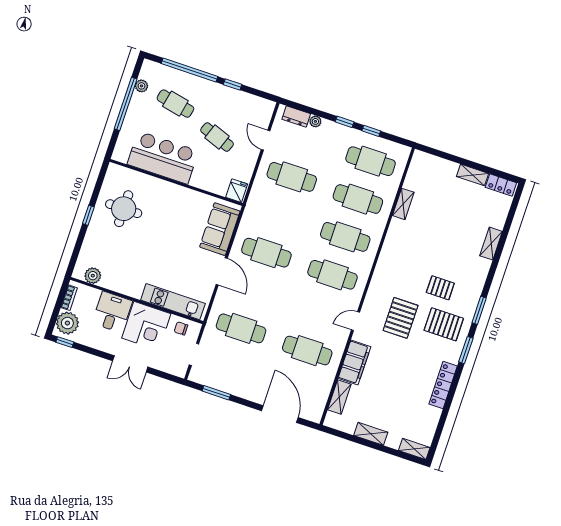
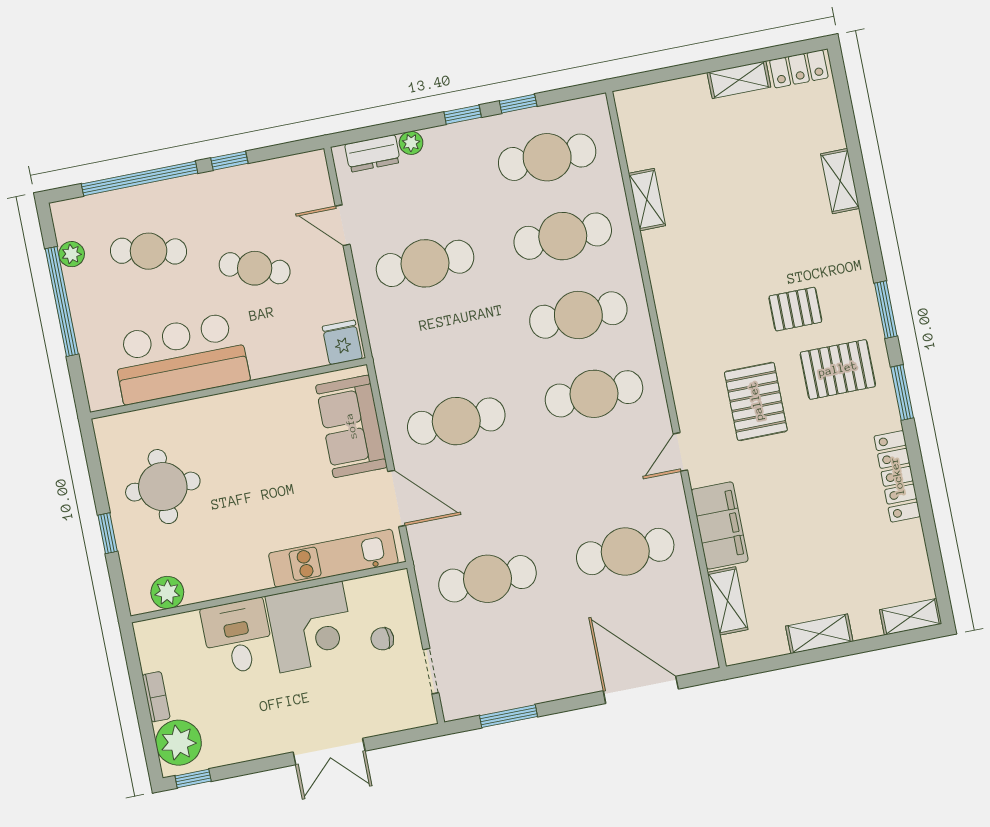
plant: (93, 276) -> (167, 593), moved
wall: (137, 300) -> (269, 592), moved
kitchen unit: (173, 302) -> (333, 558), moved
desk: (112, 312) -> (238, 637), moved
corner desk: (146, 326) -> (311, 627), moved

